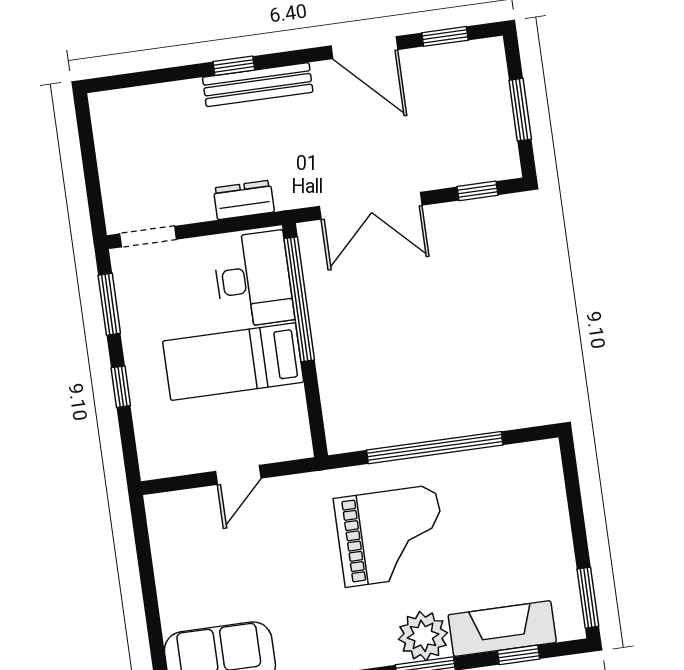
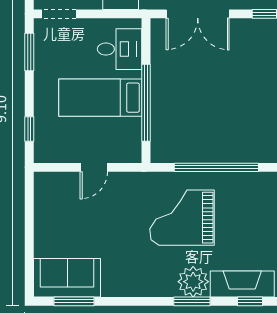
desk: (253, 279) -> (120, 49), width x0.73
window: (299, 299) -> (146, 103), moved
window: (121, 387) -> (29, 129), moved
grand piano: (391, 536) -> (182, 218), turned 180

